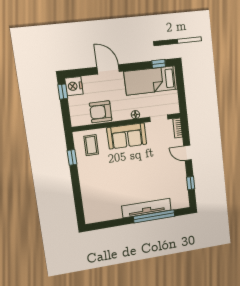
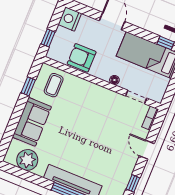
window: (63, 92) -> (48, 38), moved
sofa: (127, 136) -> (32, 122), moved, turned -90
plant: (104, 212) -> (27, 160), added

